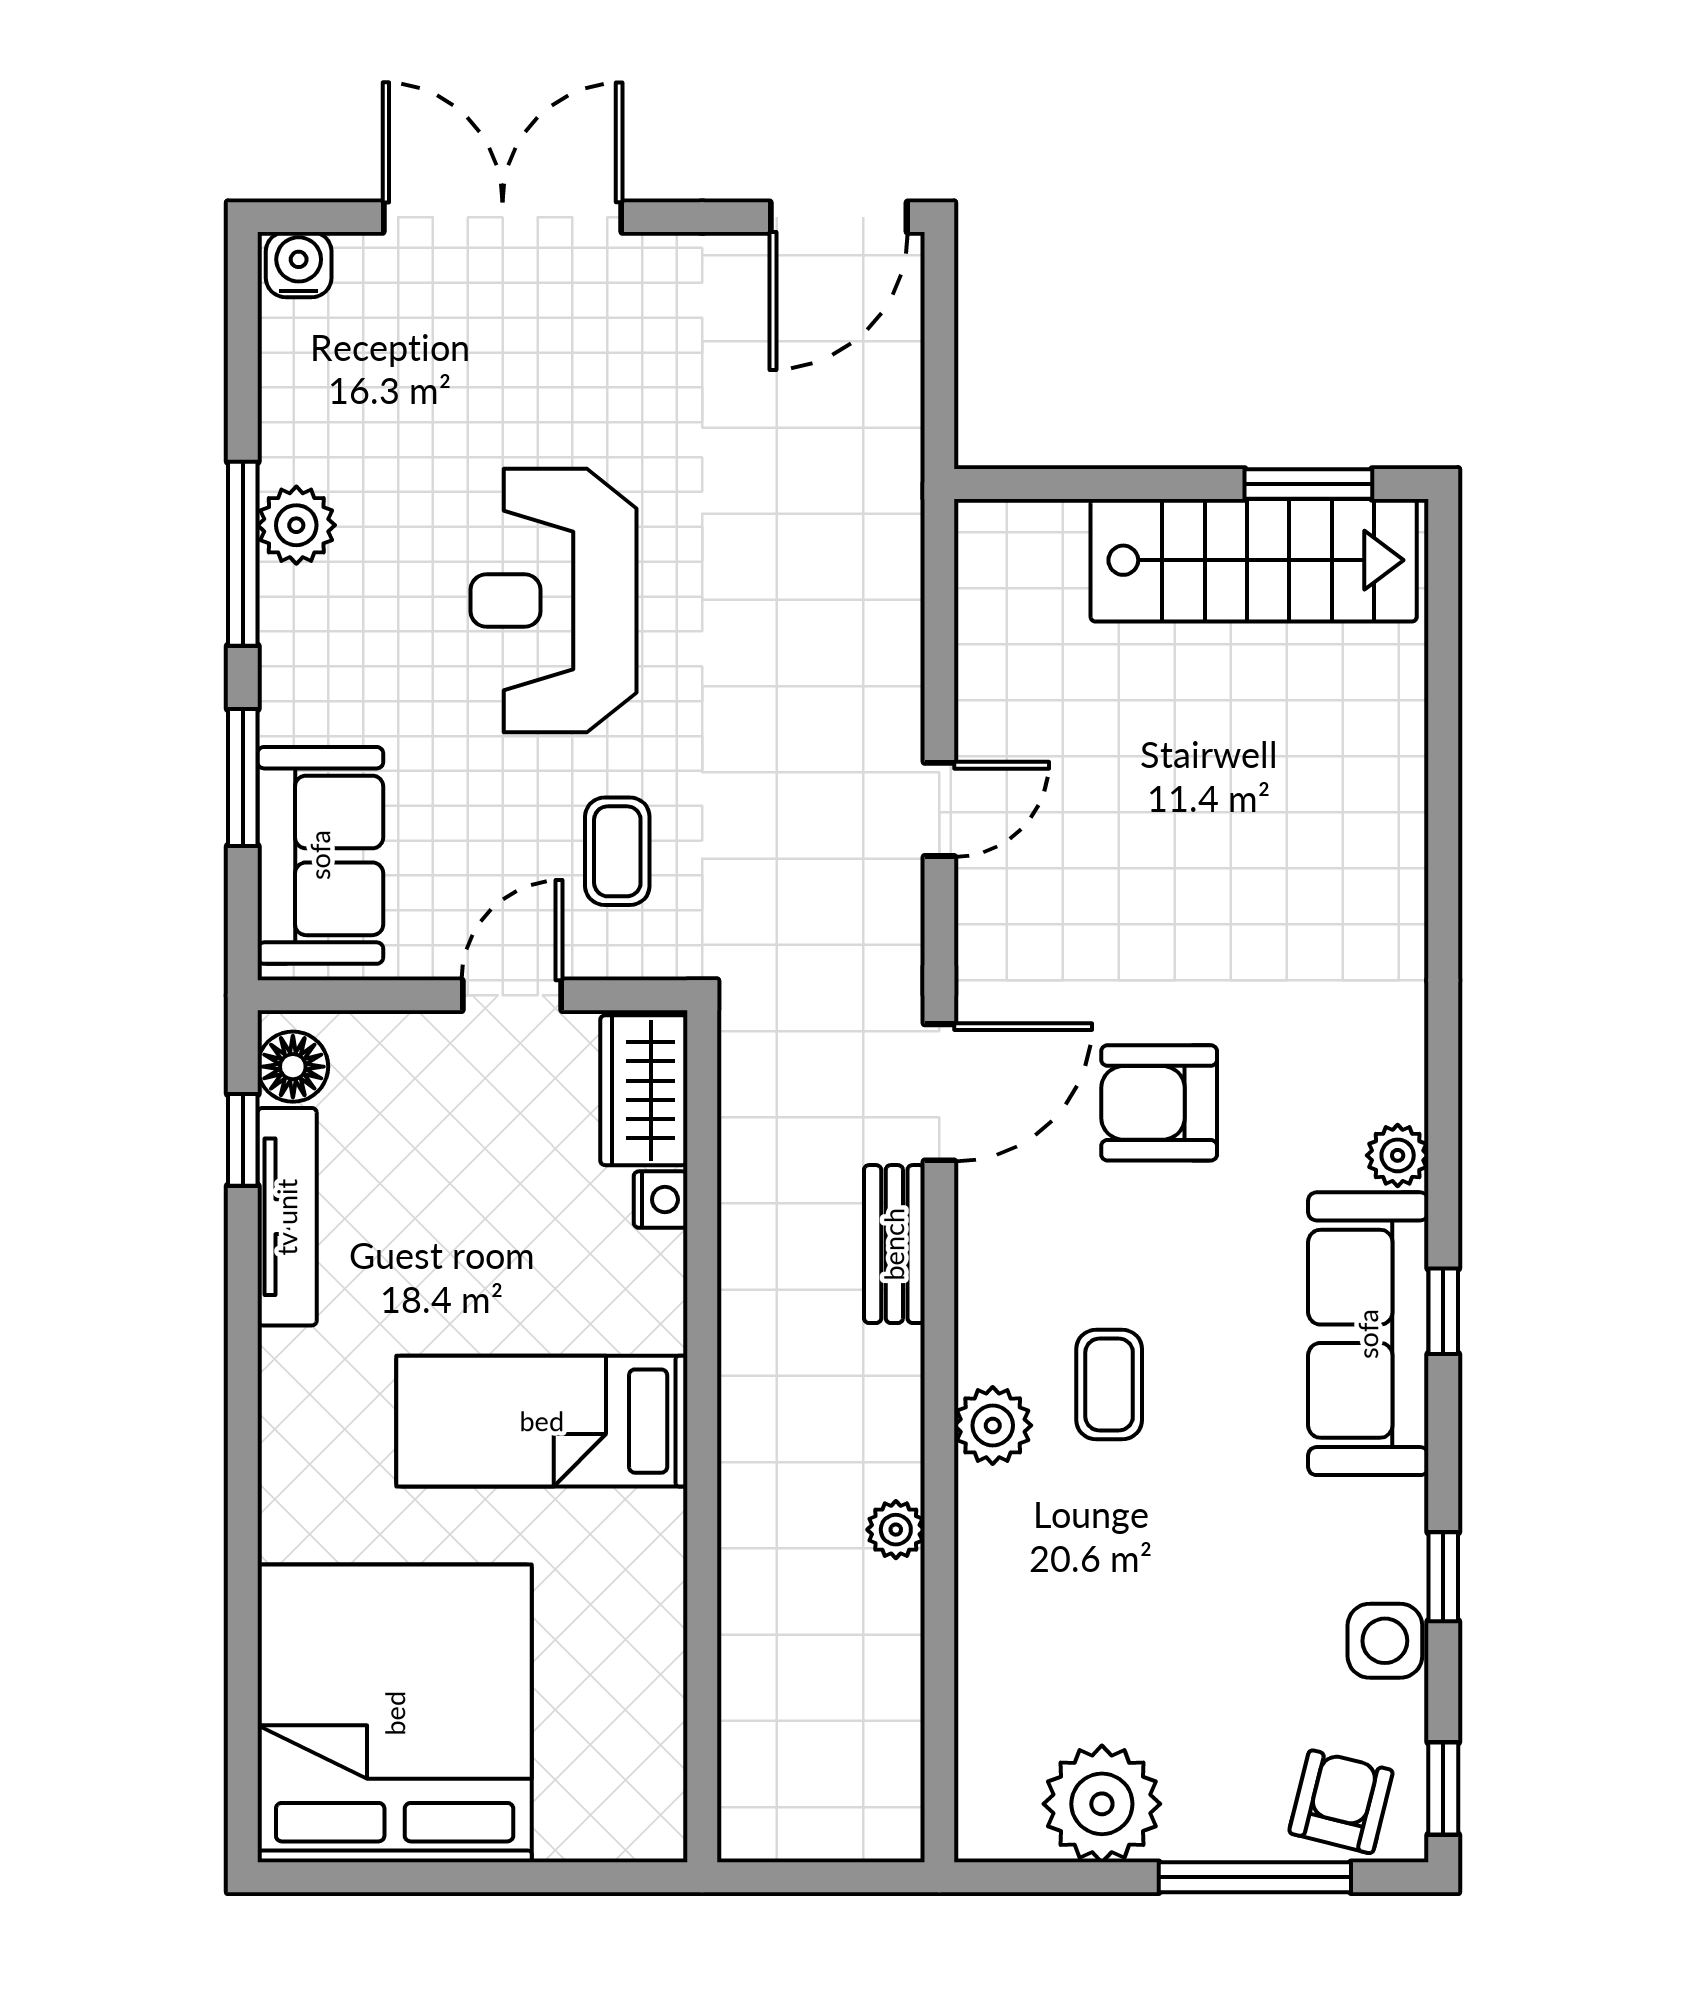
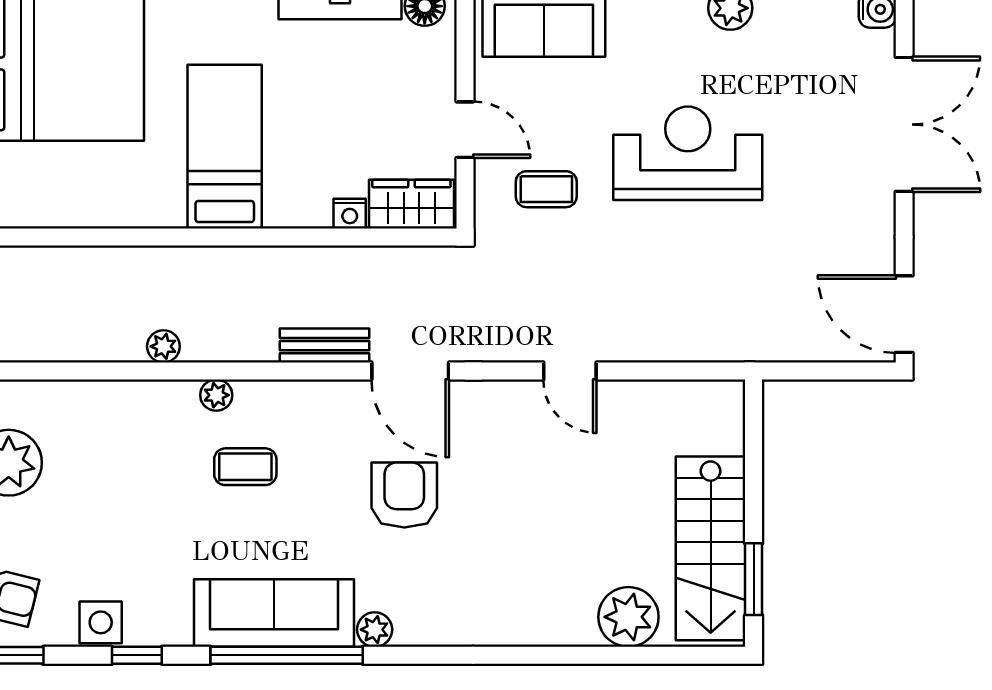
plant: (1375, 706) -> (628, 617), added
window: (1443, 1311) -> (287, 655), width x3.17
plant: (993, 1425) -> (216, 395), width x0.73, depth x0.73

